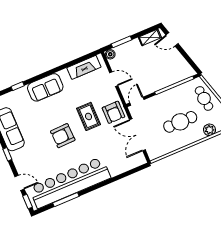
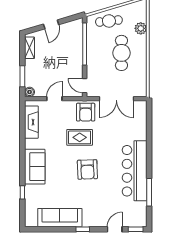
door: (172, 39) -> (51, 24), moved
armchair: (113, 112) -> (86, 112), turned 90
bar counter: (70, 183) -> (135, 171), width x0.73

